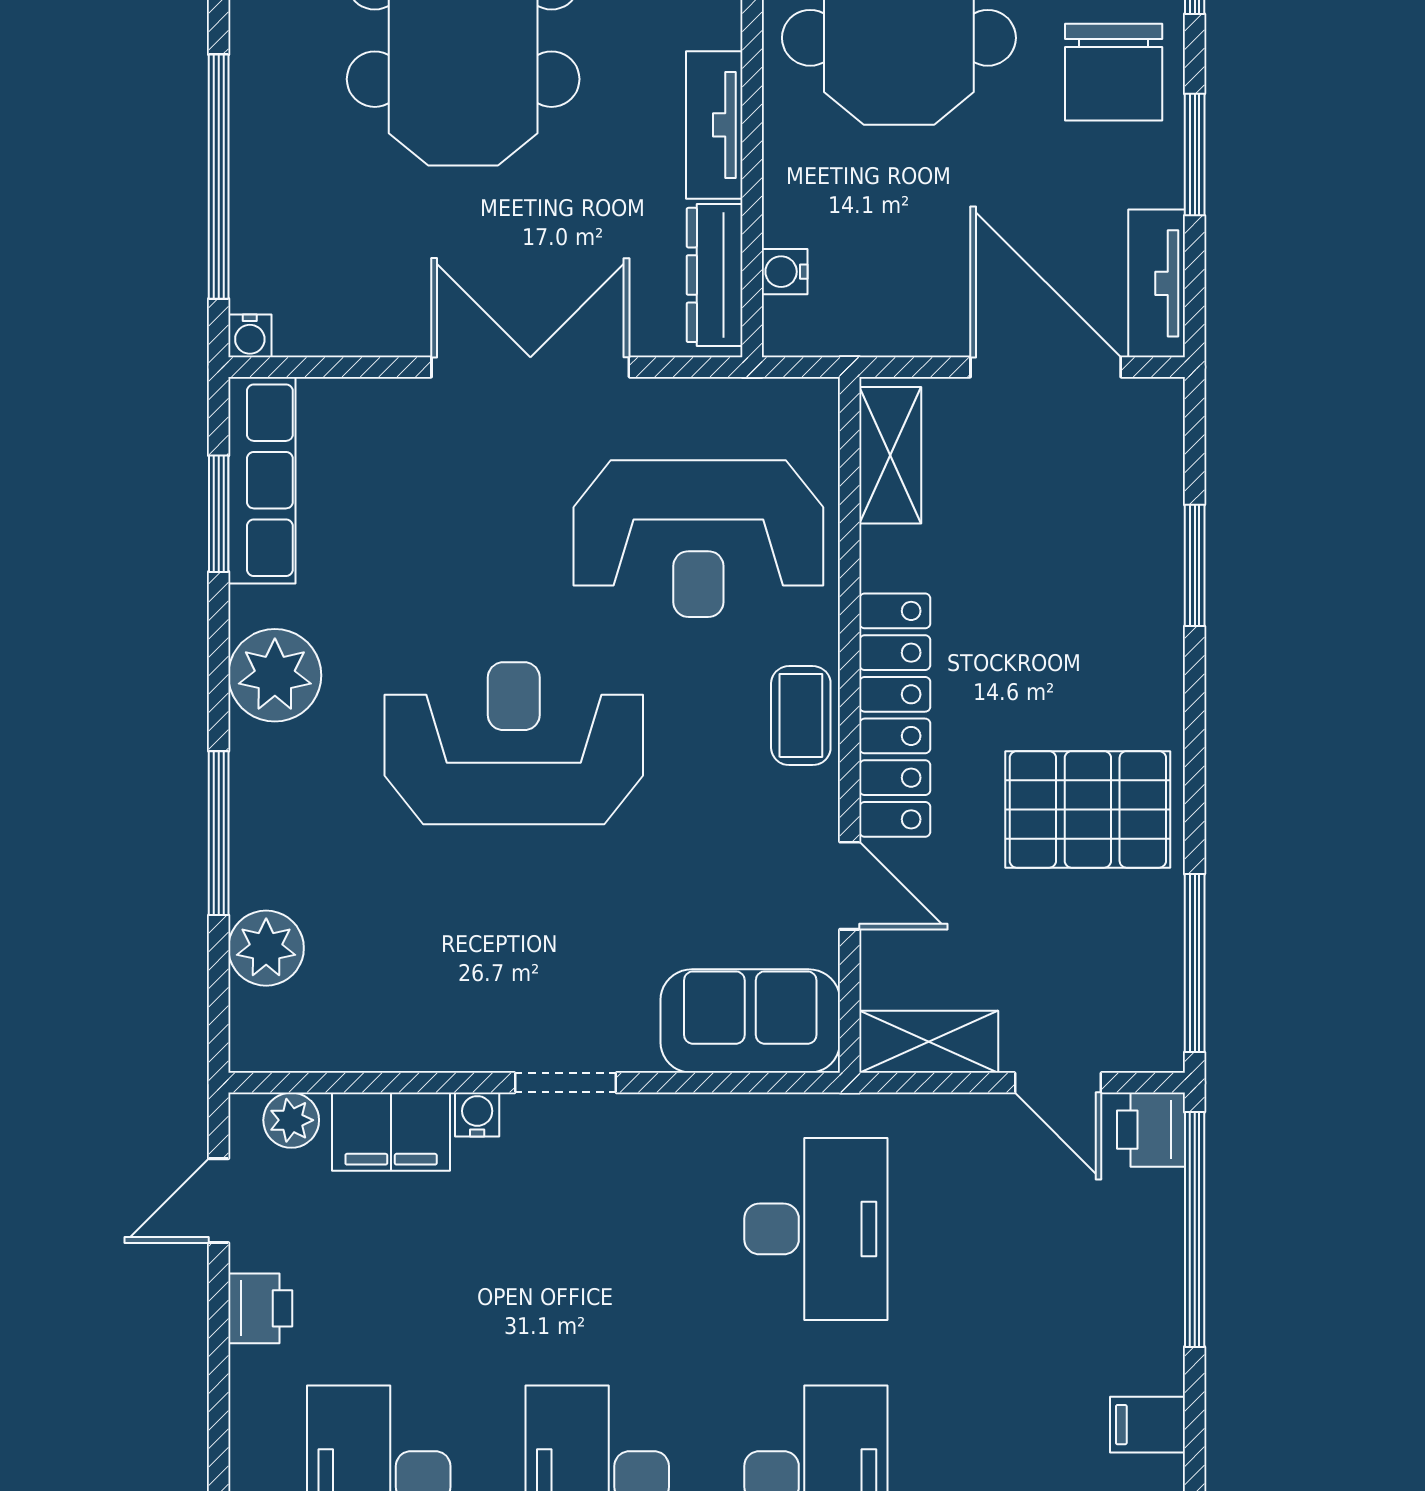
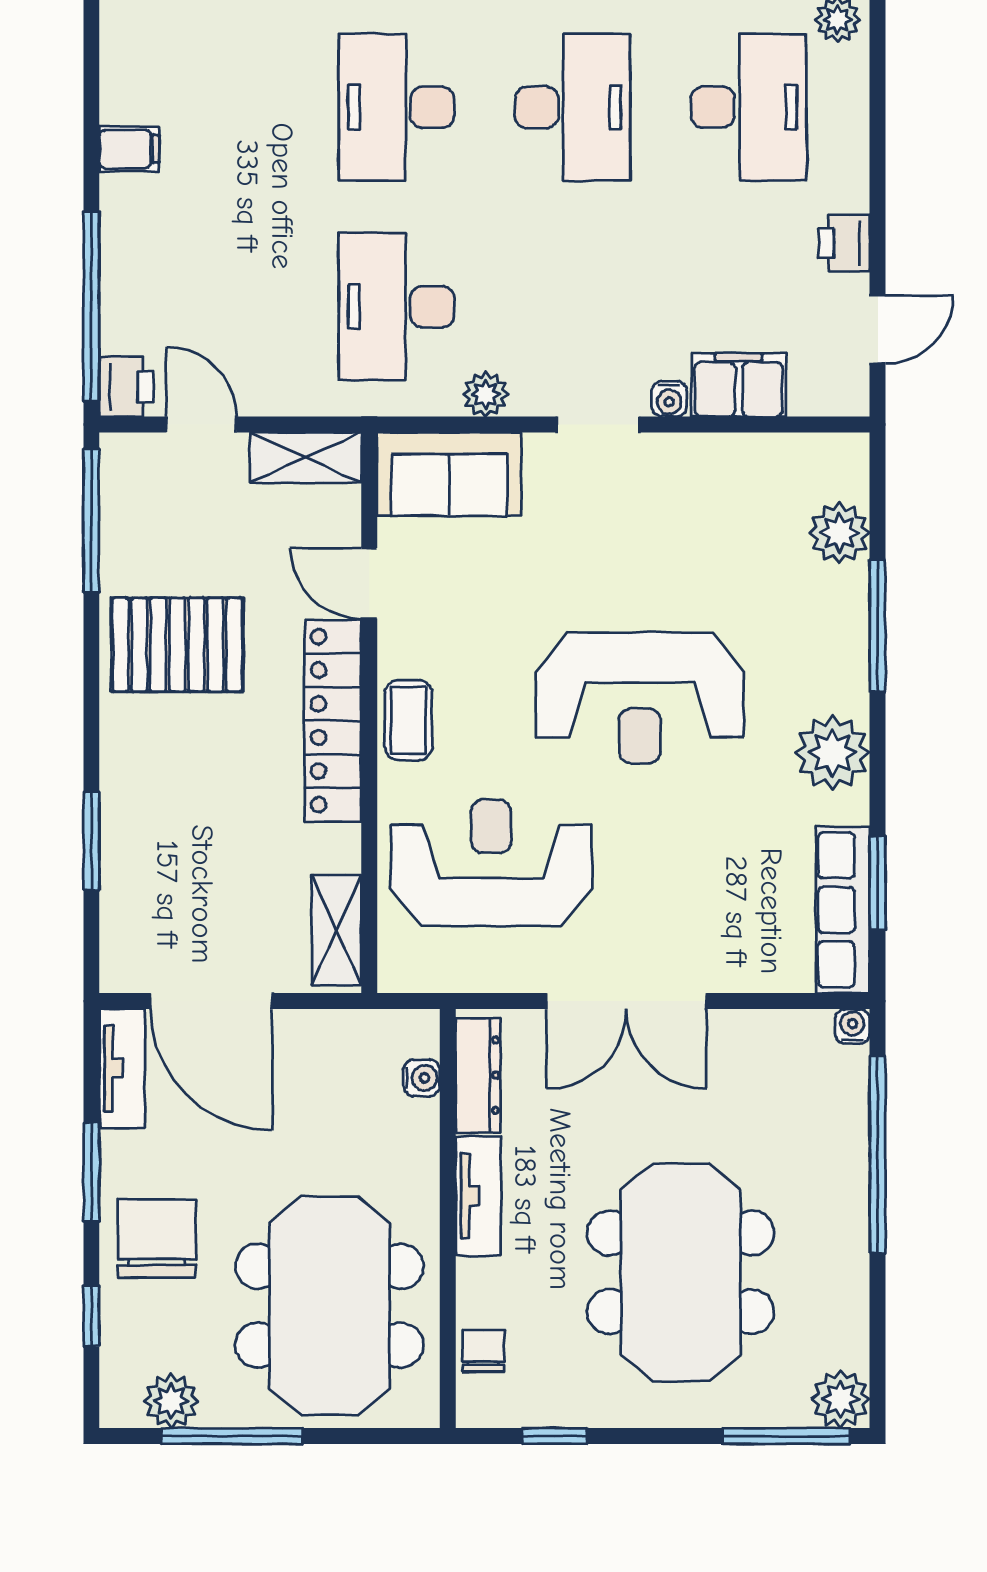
plant: (291, 1120) -> (486, 394), moved

